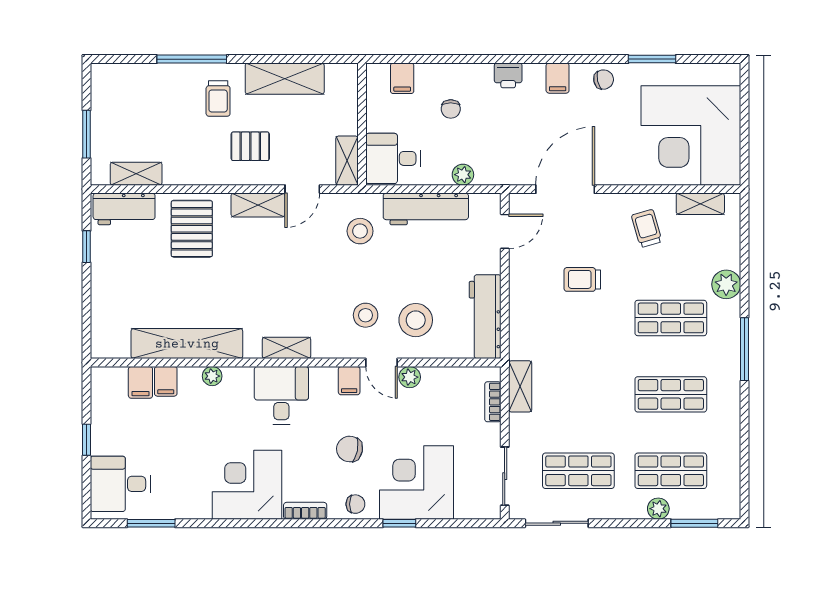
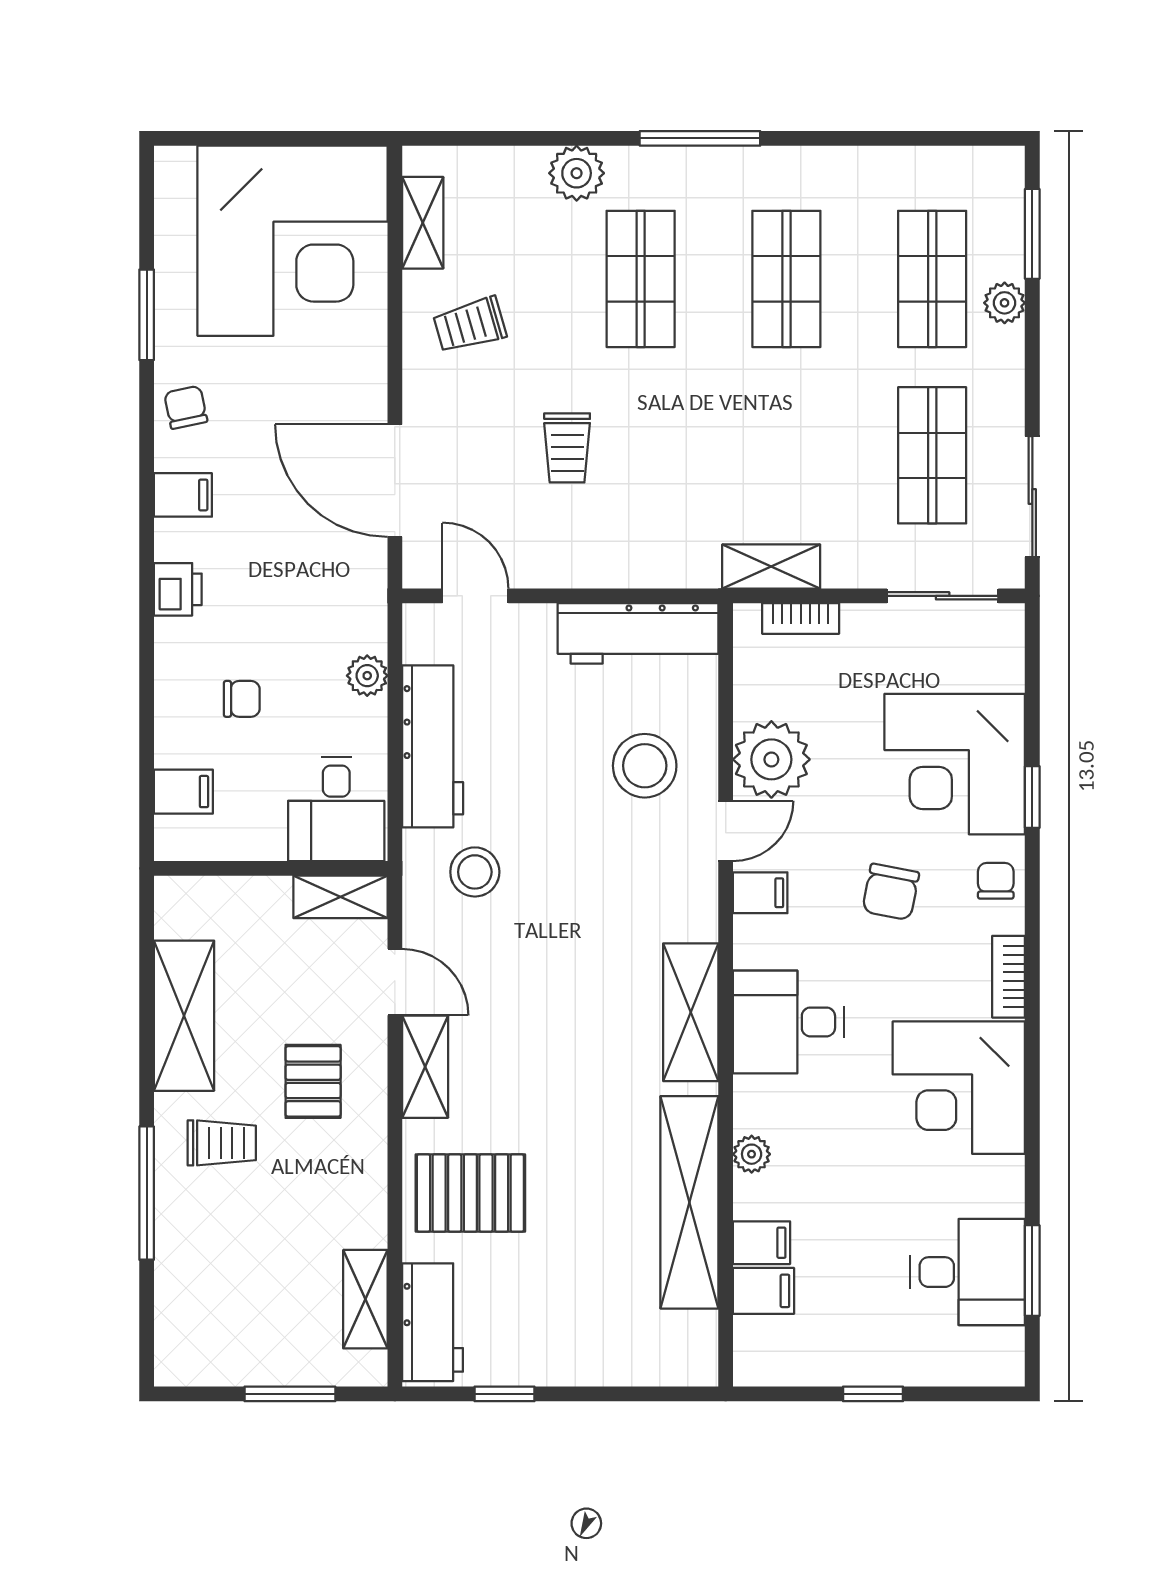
stool: (366, 315) -> (635, 861), removed
shelving: (287, 348) -> (691, 1012), width x1.50, depth x1.33
plant: (410, 377) -> (771, 759), width x1.88, depth x1.88
desk: (120, 484) -> (968, 1272), moved, turned -90

